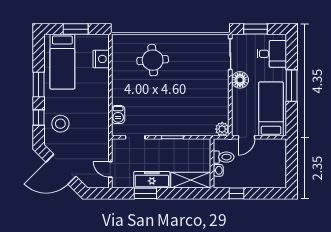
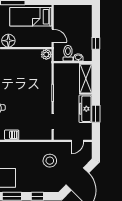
barbecue: (118, 114) -> (12, 135), moved
stool: (60, 124) -> (50, 161), moved

